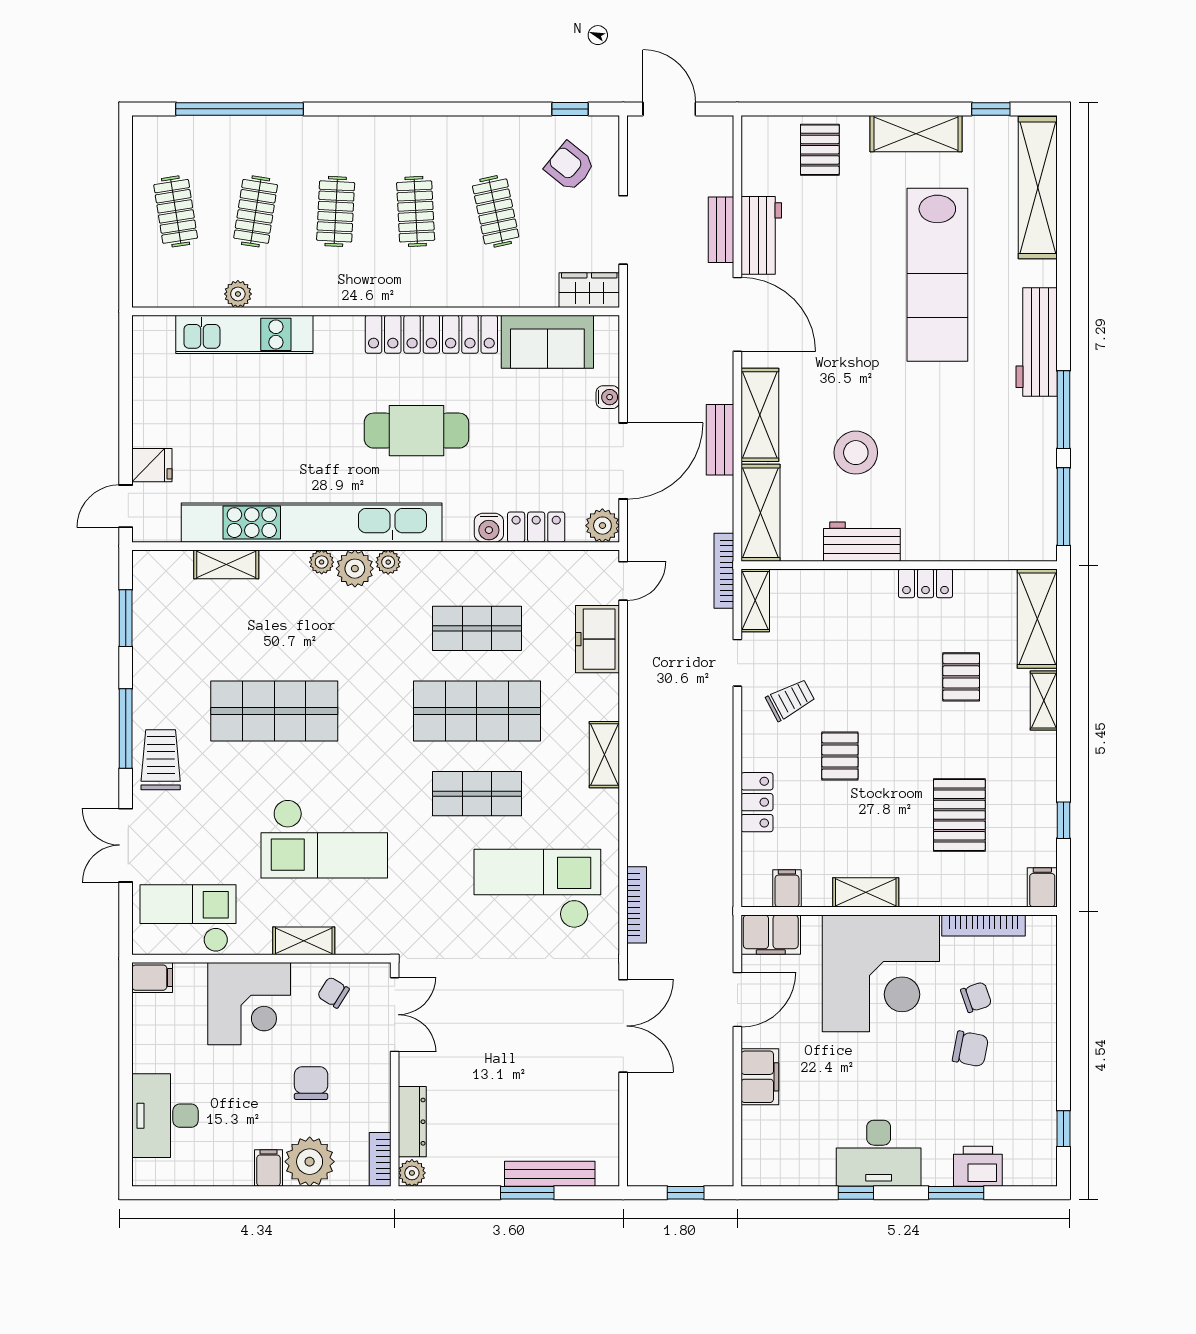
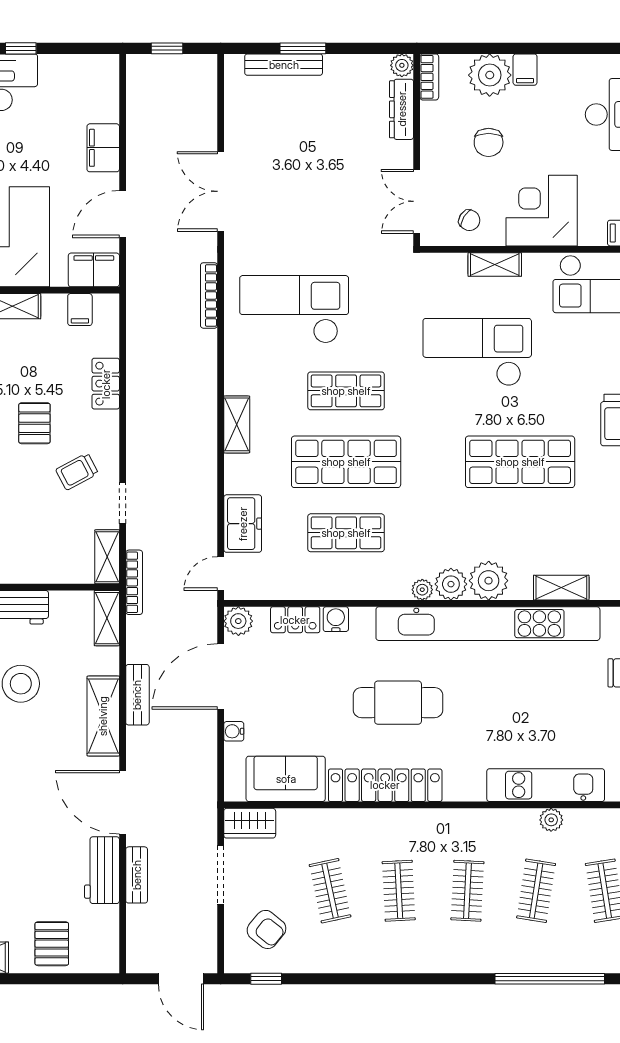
shelving: (761, 513) -> (107, 618), width x0.67, depth x0.75
plant: (322, 562) -> (489, 581), width x1.88, depth x1.88
checkout: (537, 889) -> (294, 309), turned 180

